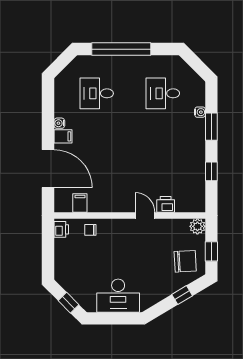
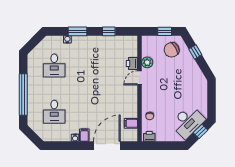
plant: (197, 226) -> (147, 62), moved
chair: (185, 261) -> (172, 50), turned -117
desk: (118, 296) -> (188, 122), moved, turned 45

